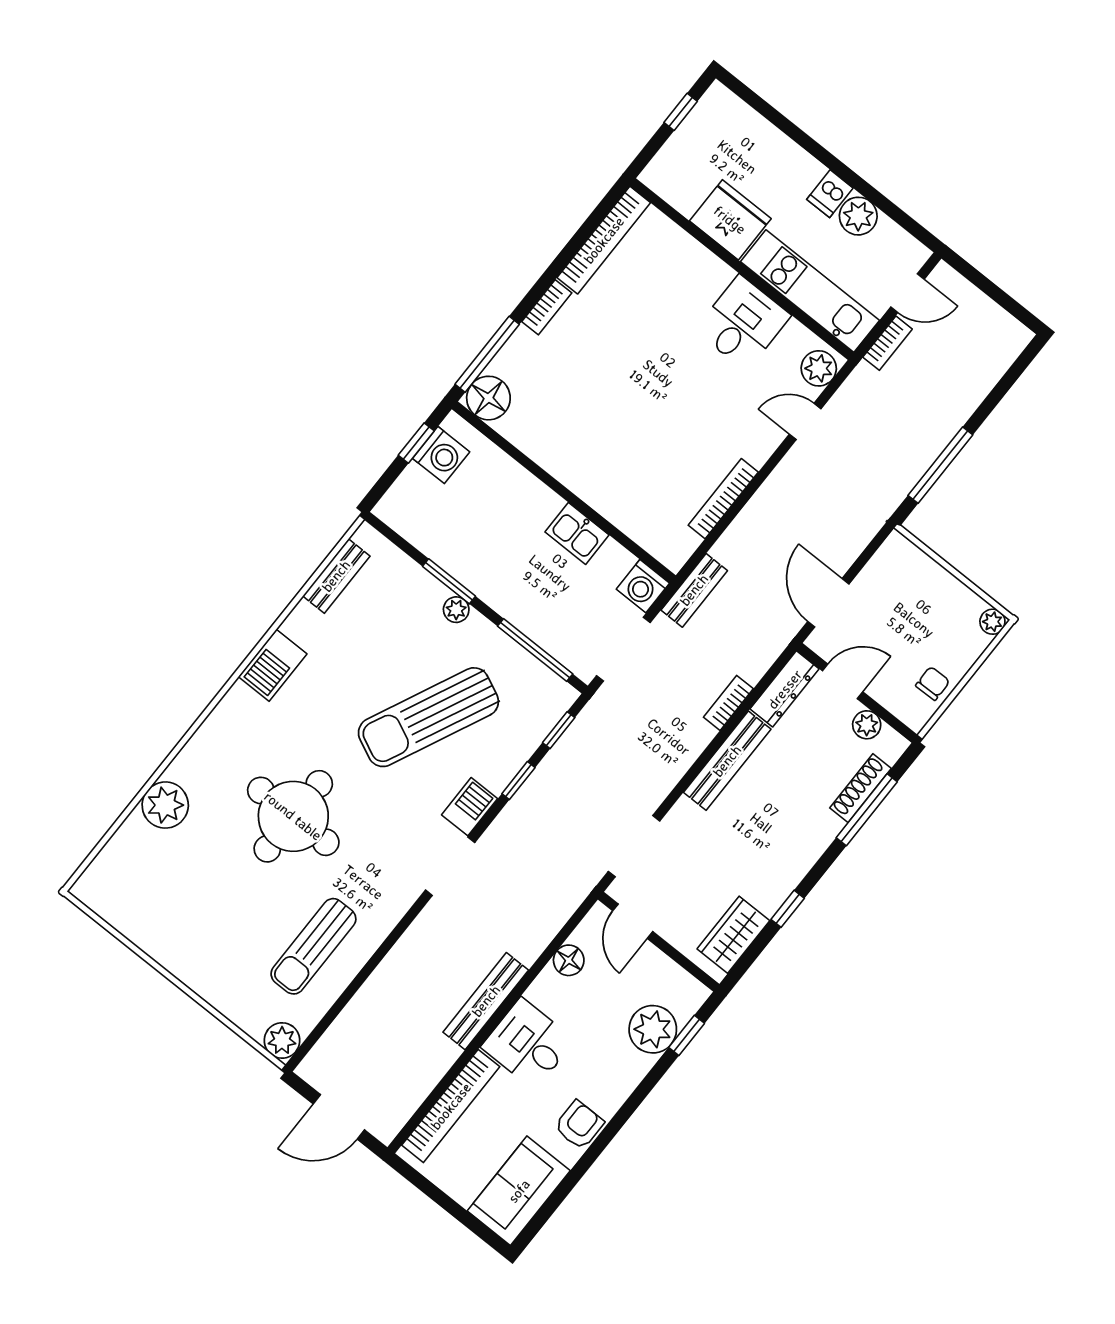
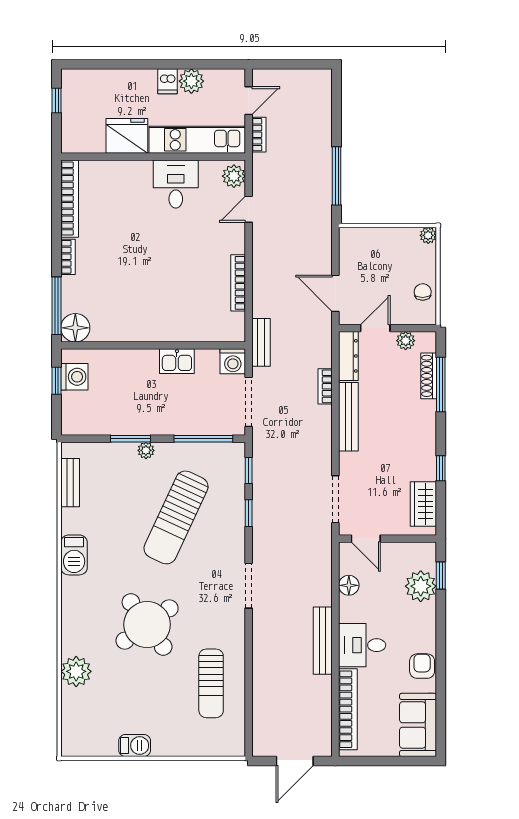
barbecue: (470, 807) -> (135, 746), moved, turned 90
round table: (293, 816) -> (147, 624), turned -36
plant: (282, 1041) -> (234, 745), removed

